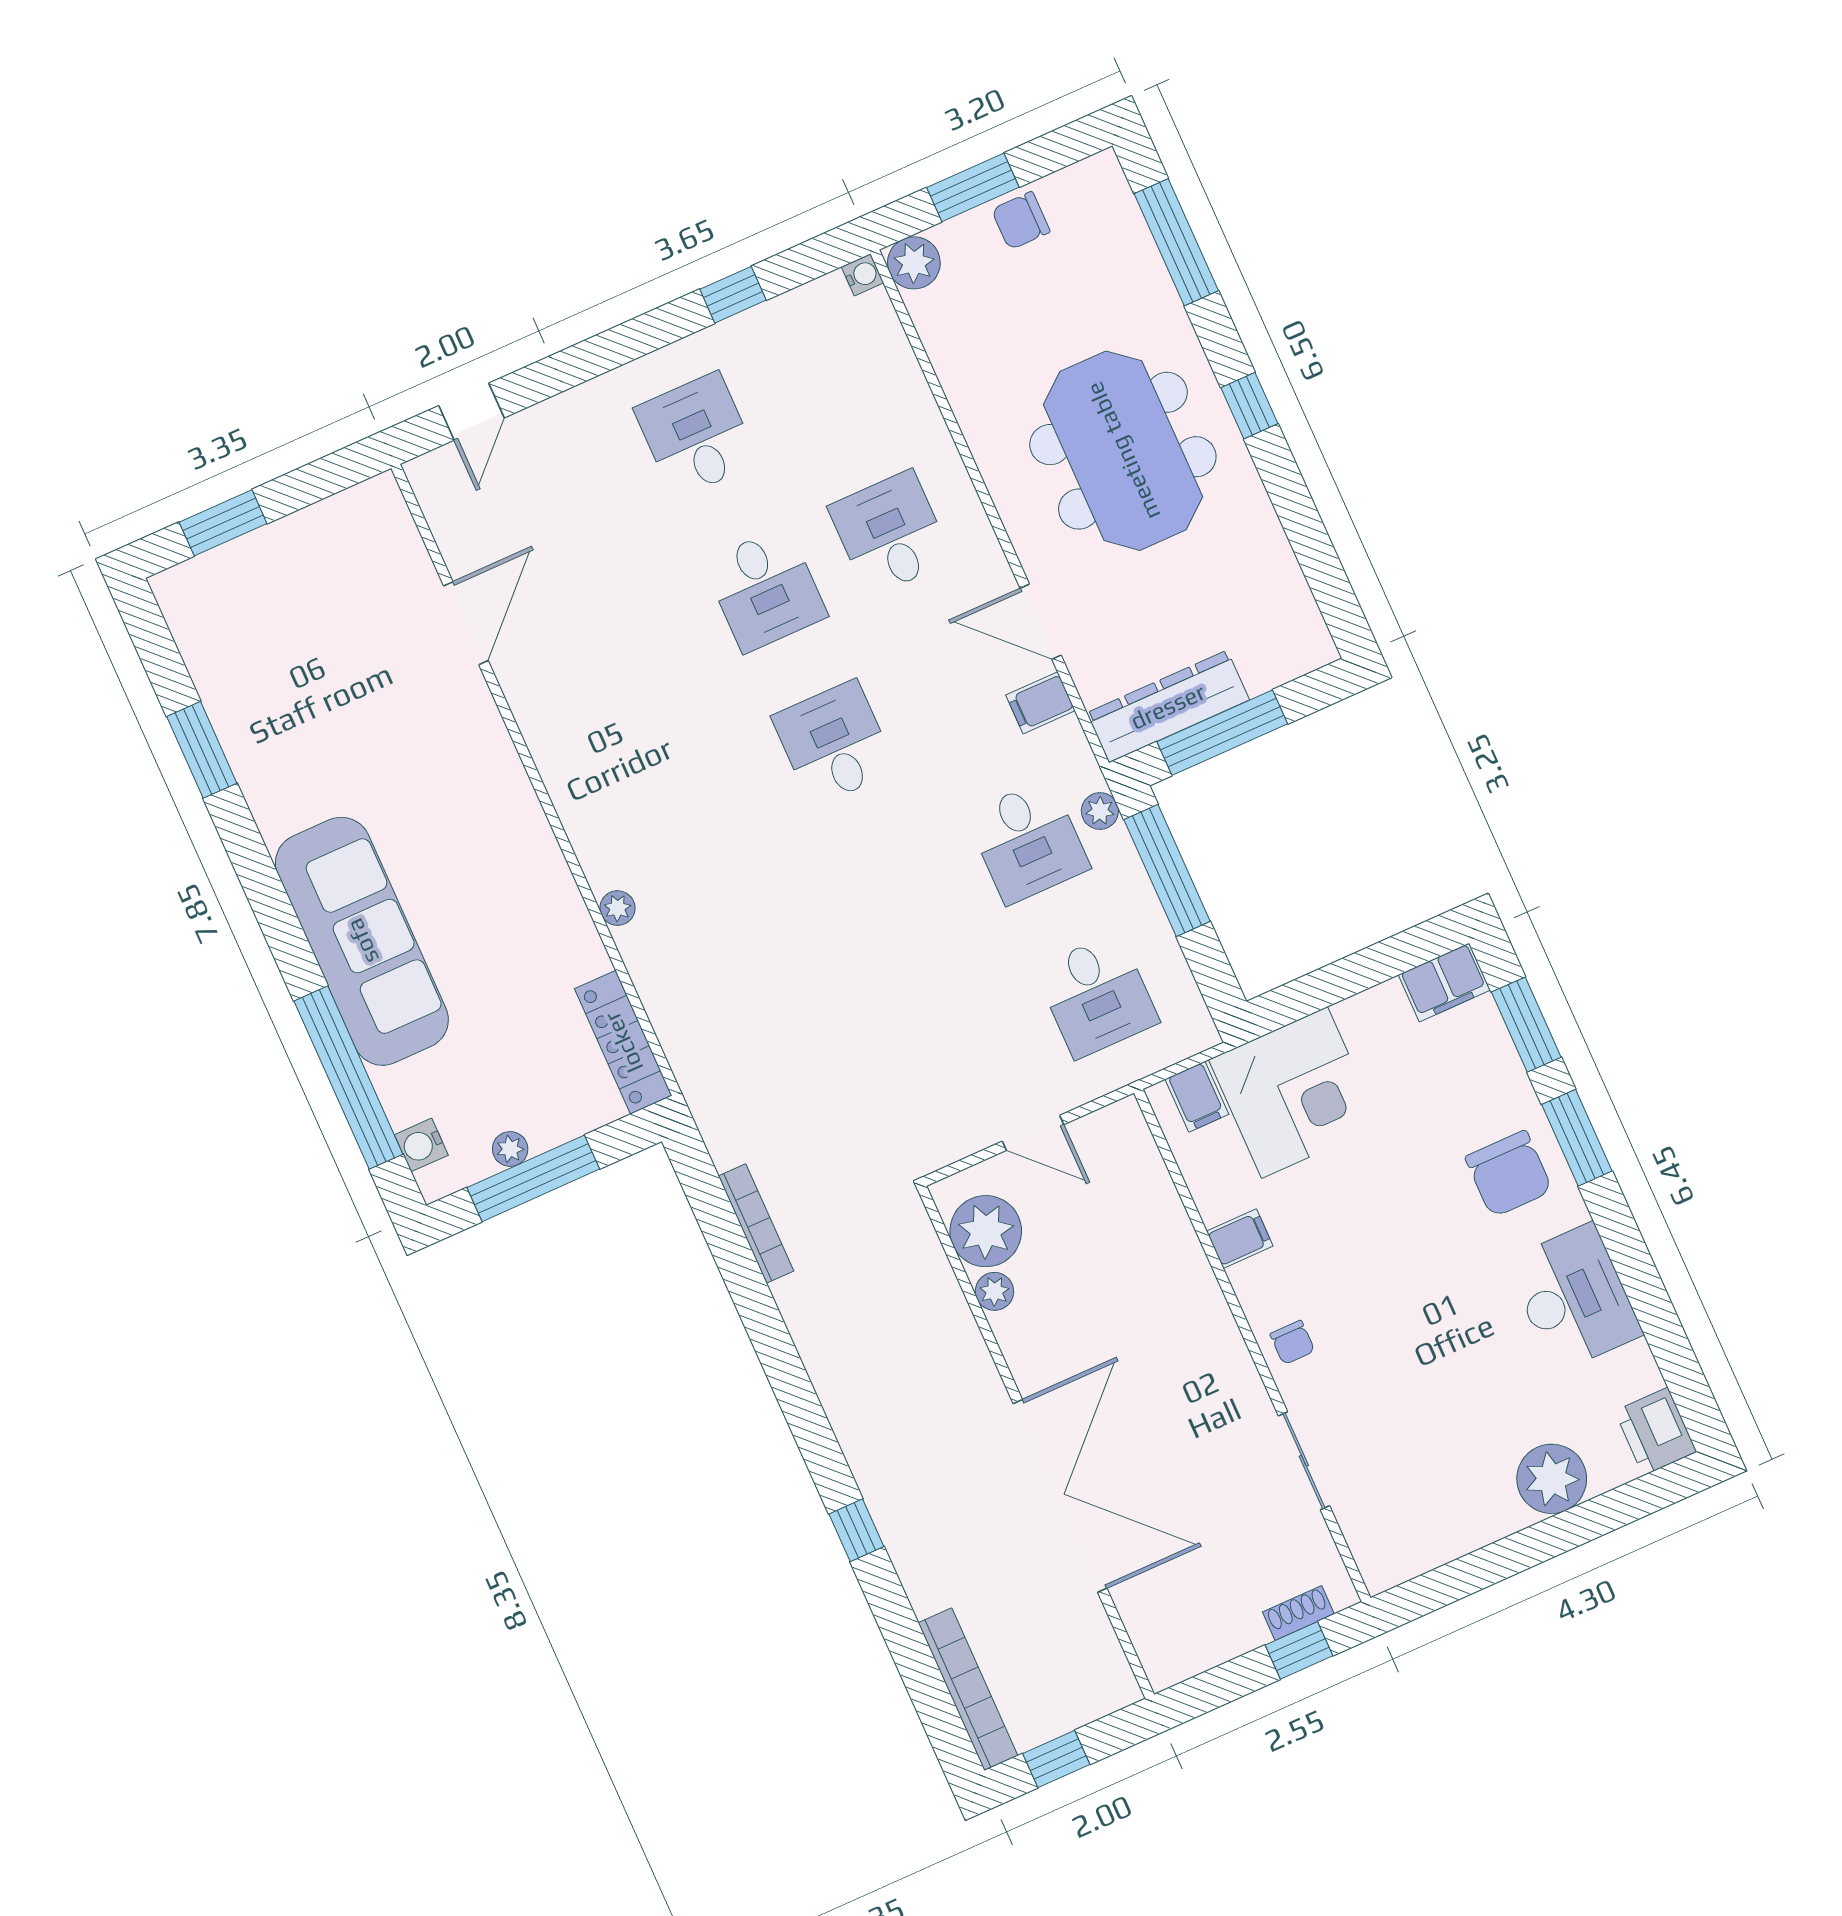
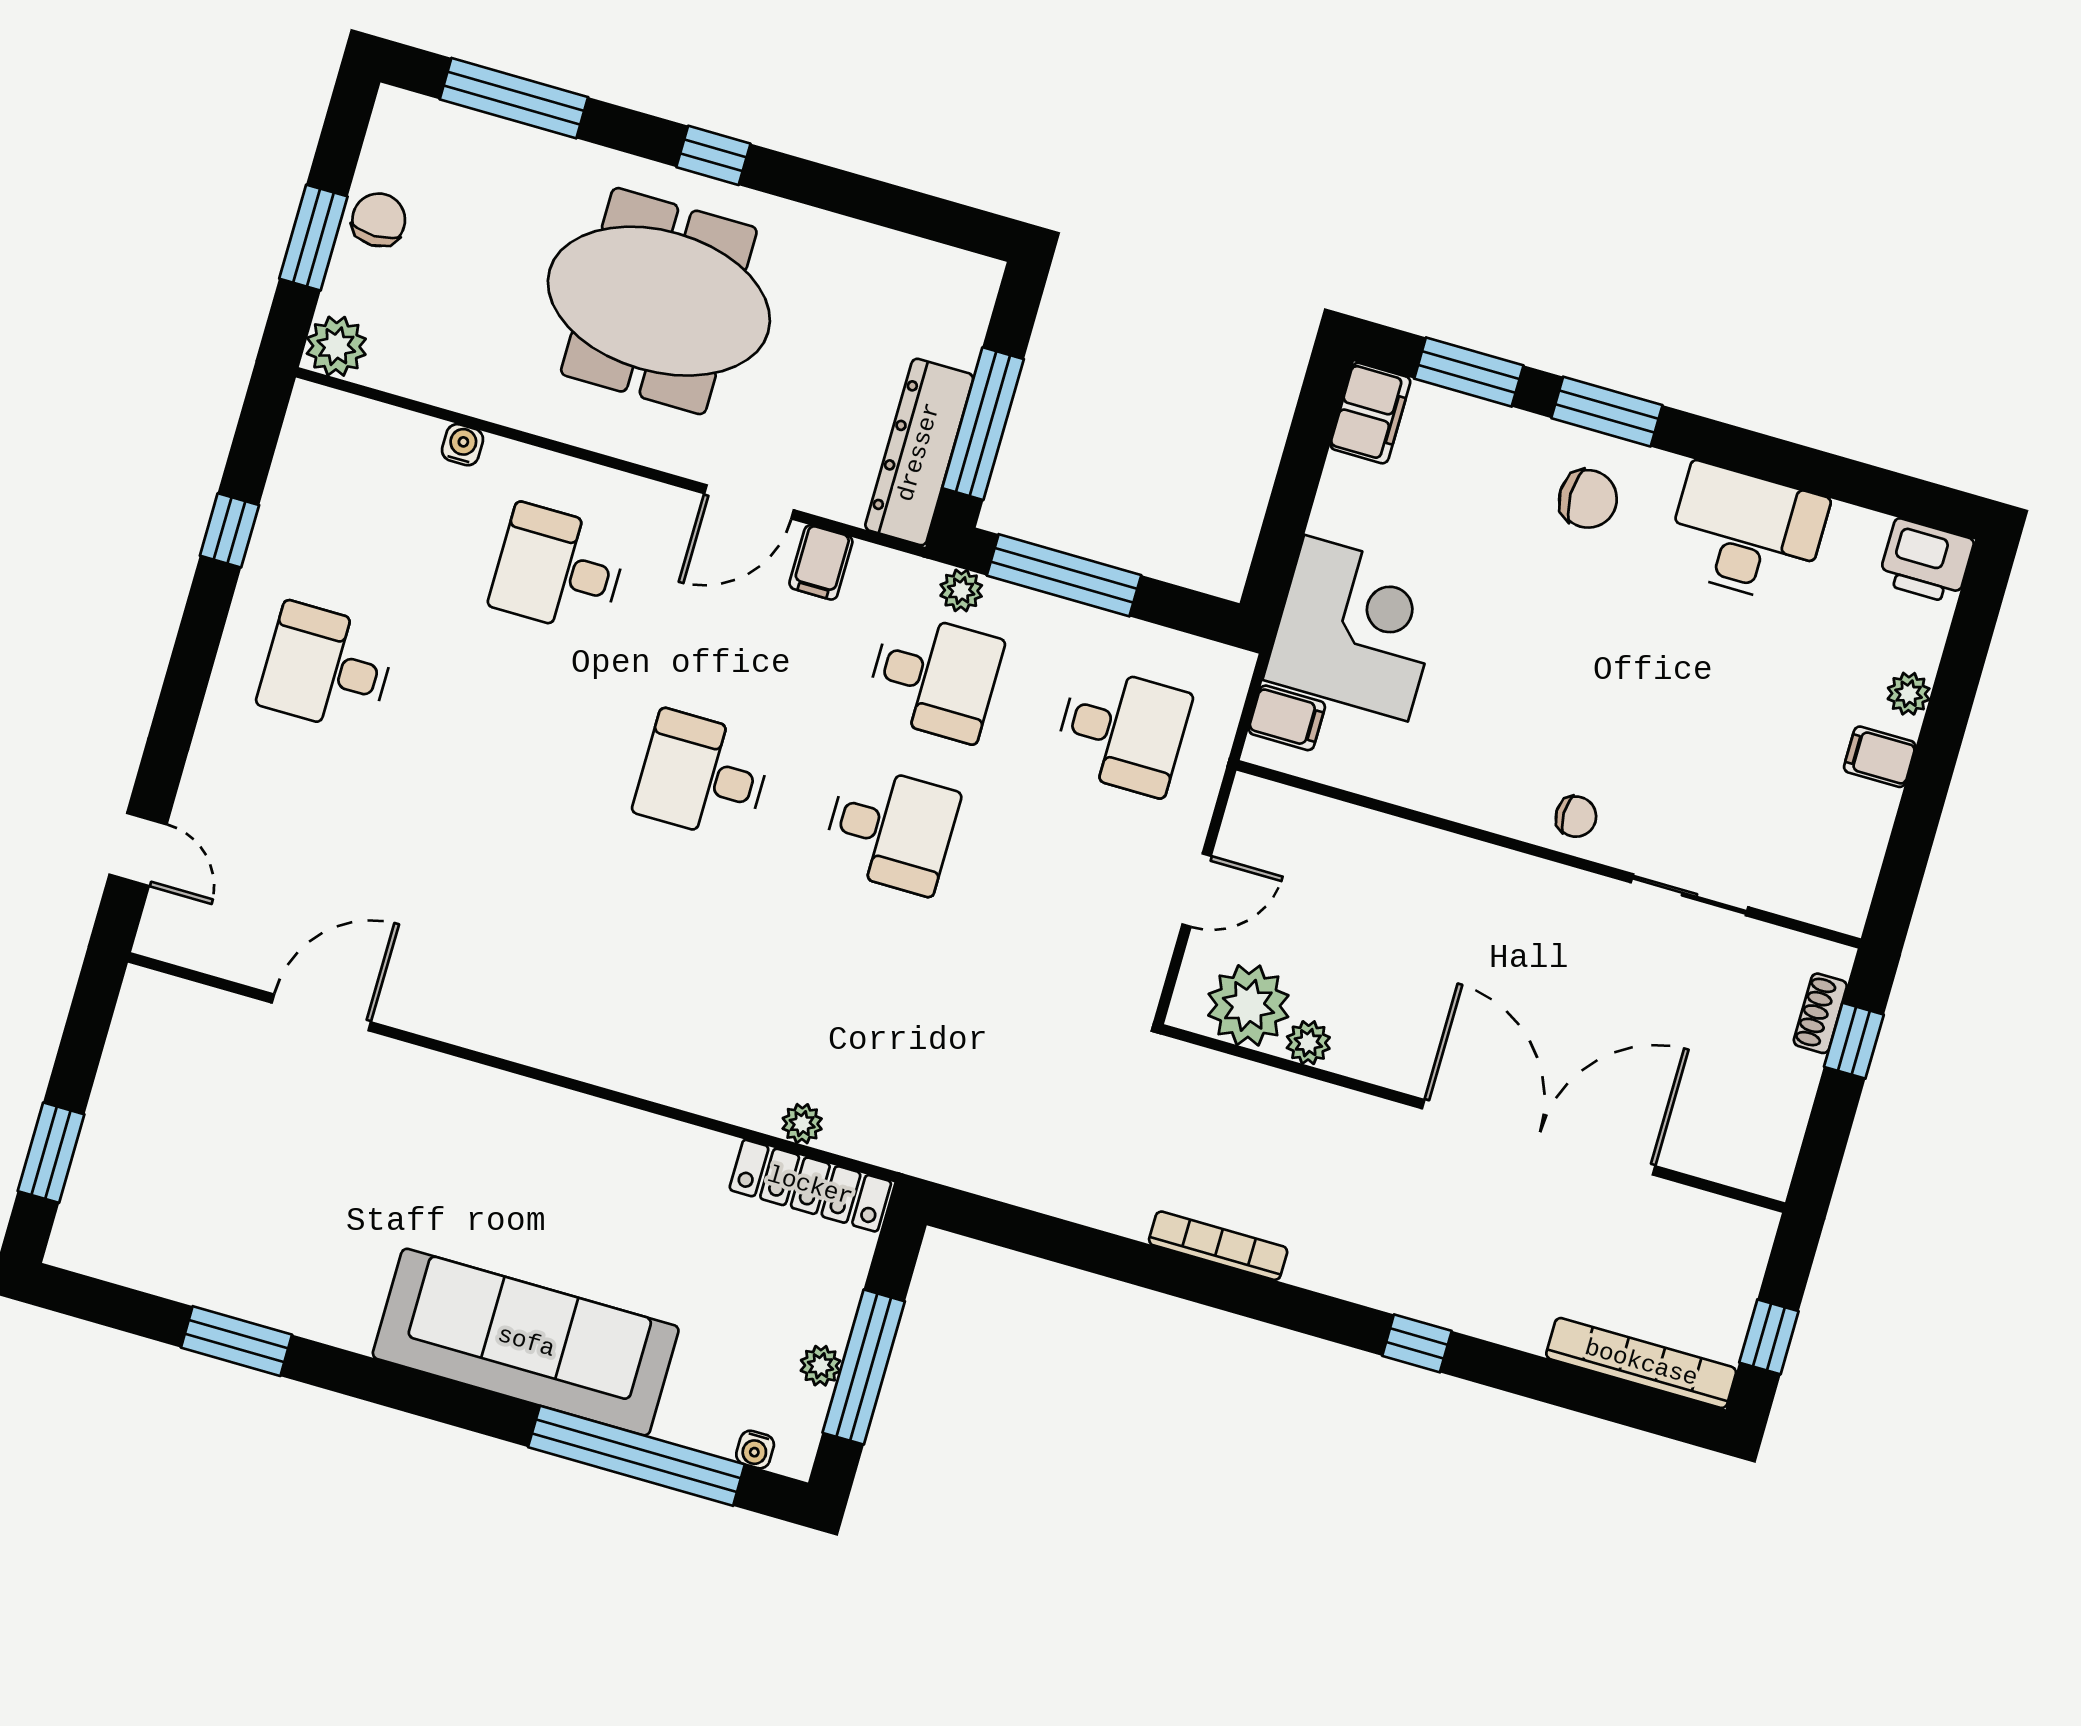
chair: (1021, 221) -> (379, 220), turned 180
water cooler: (863, 275) -> (462, 445), moved
desk: (765, 589) -> (891, 829), moved
door: (466, 623) -> (321, 1012), hinge flipped
plant: (618, 908) -> (802, 1124), moved
water cooler: (421, 1145) -> (755, 1450), width x0.72, depth x0.72
chair: (1509, 1174) -> (1588, 499), width x0.73, depth x0.73
bookcase: (756, 1223) -> (1218, 1246), moved
filing cabinet: (1240, 1239) -> (1880, 757), moved, turned -90
plant: (1552, 1479) -> (1909, 694), width x0.53, depth x0.53

